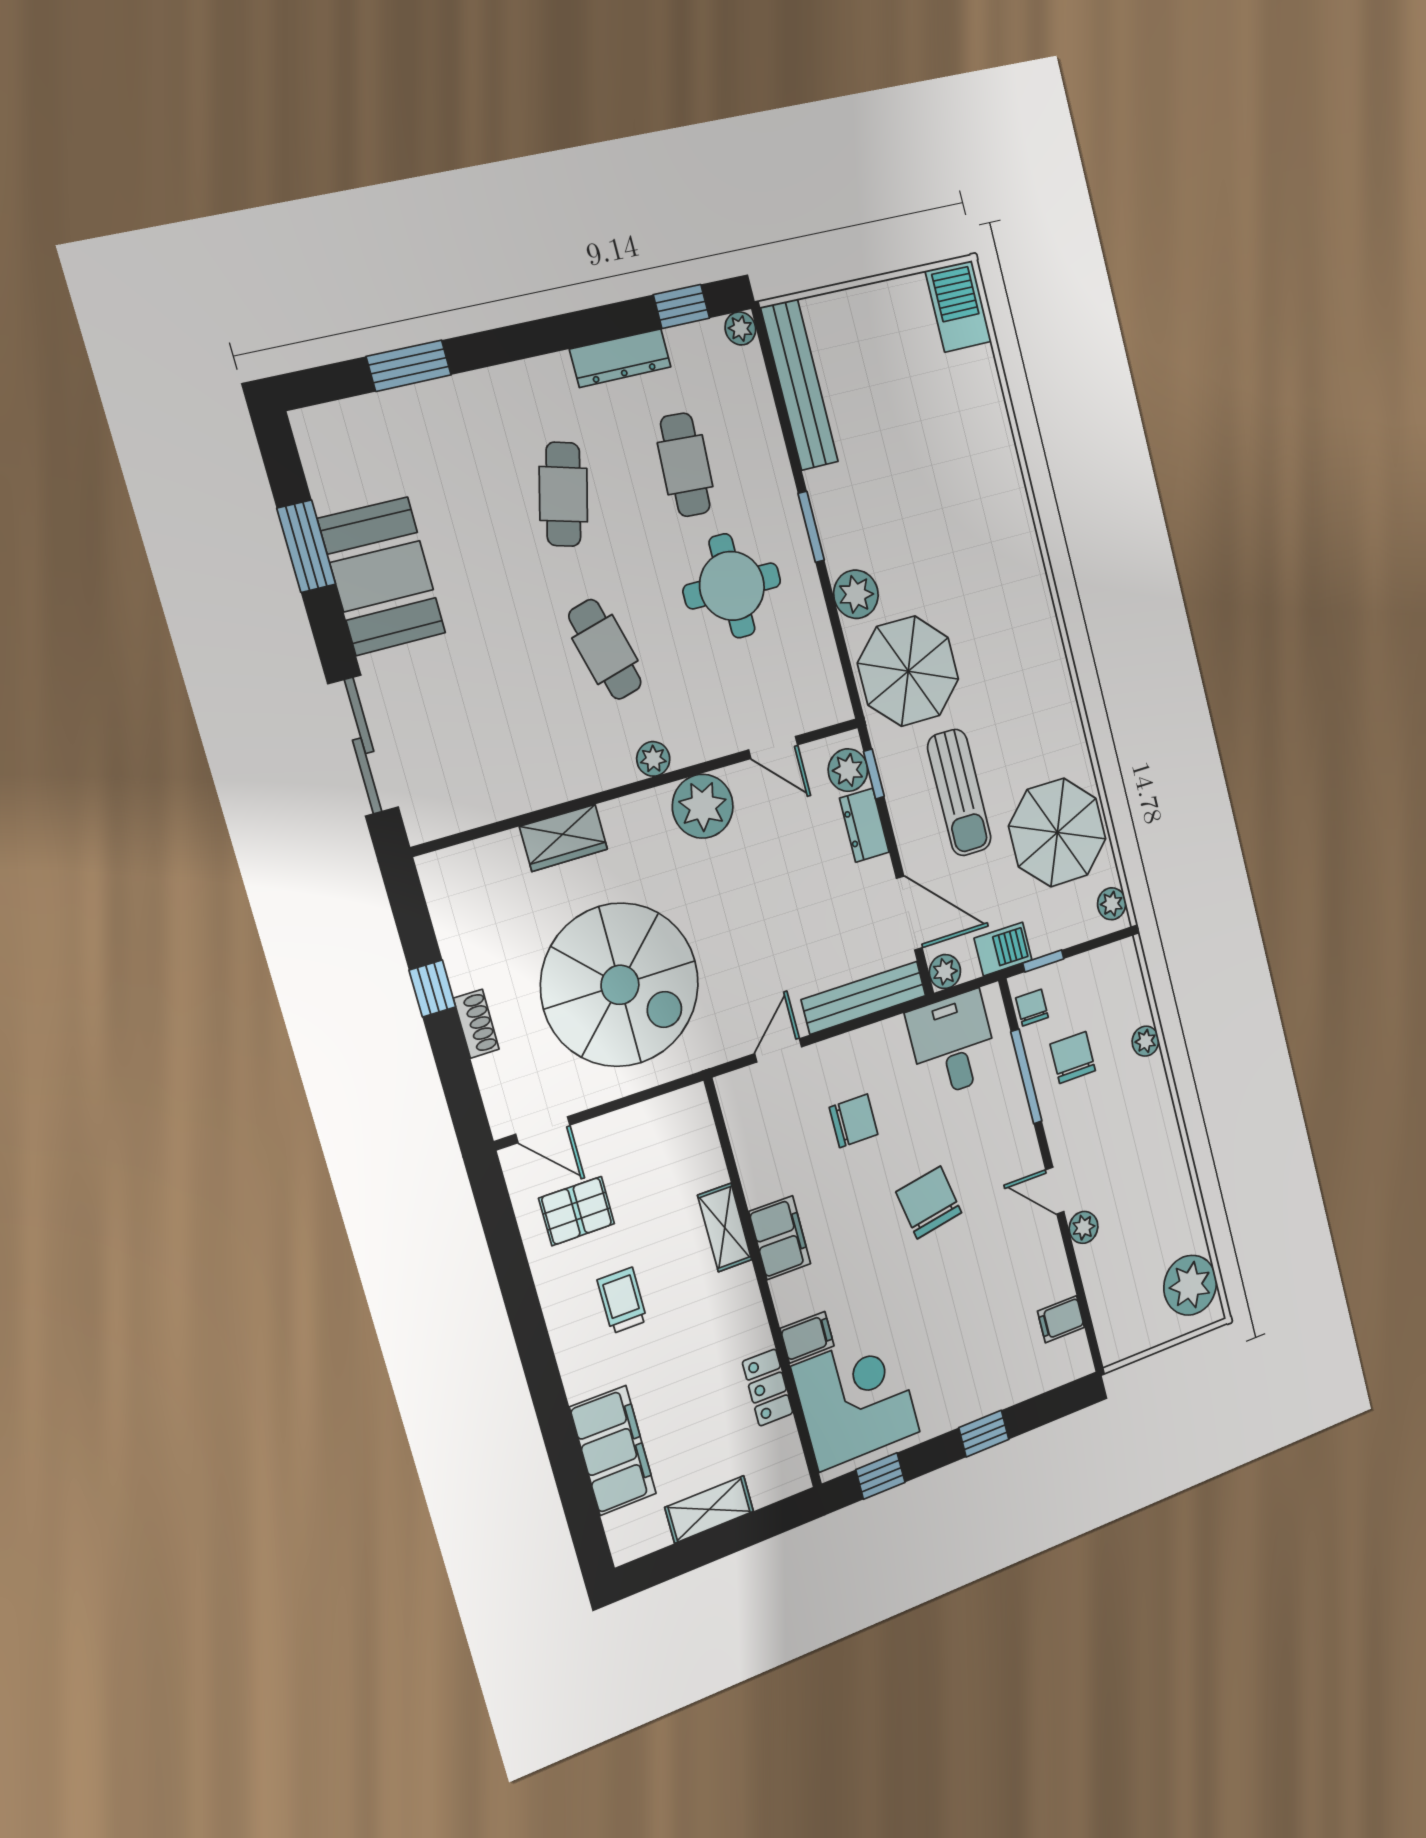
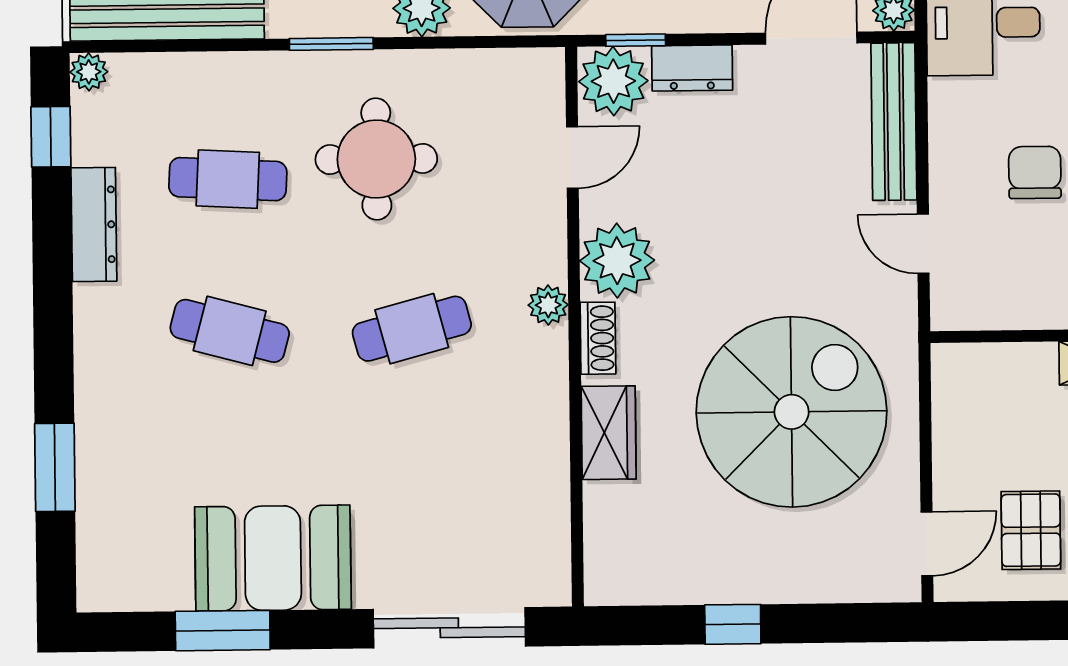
plant: (848, 770) -> (613, 81), width x1.36, depth x1.36
shoe rack: (476, 1024) -> (598, 338), moved, turned 90

